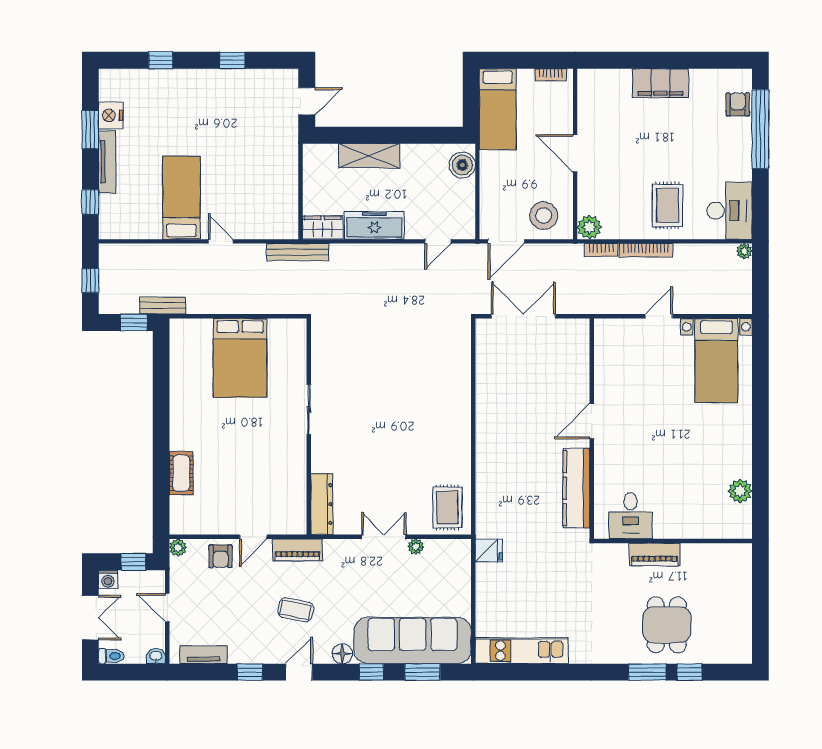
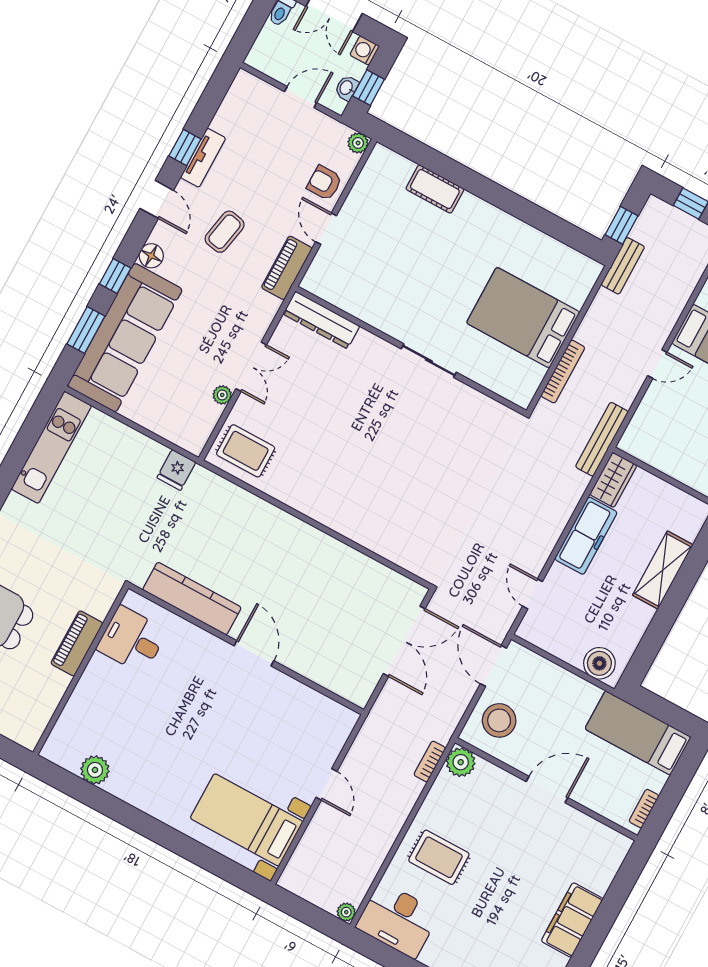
bookcase: (646, 250) -> (563, 372), moved, turned 180
tv unit: (203, 655) -> (203, 158), moved
washbasin: (156, 656) -> (347, 88), moved, turned 180

